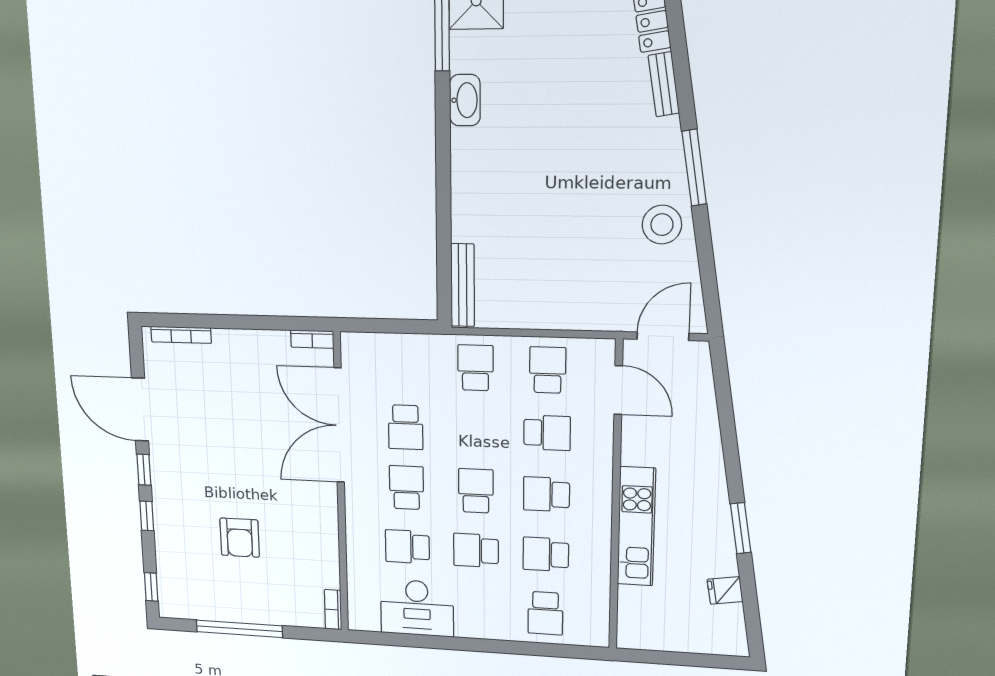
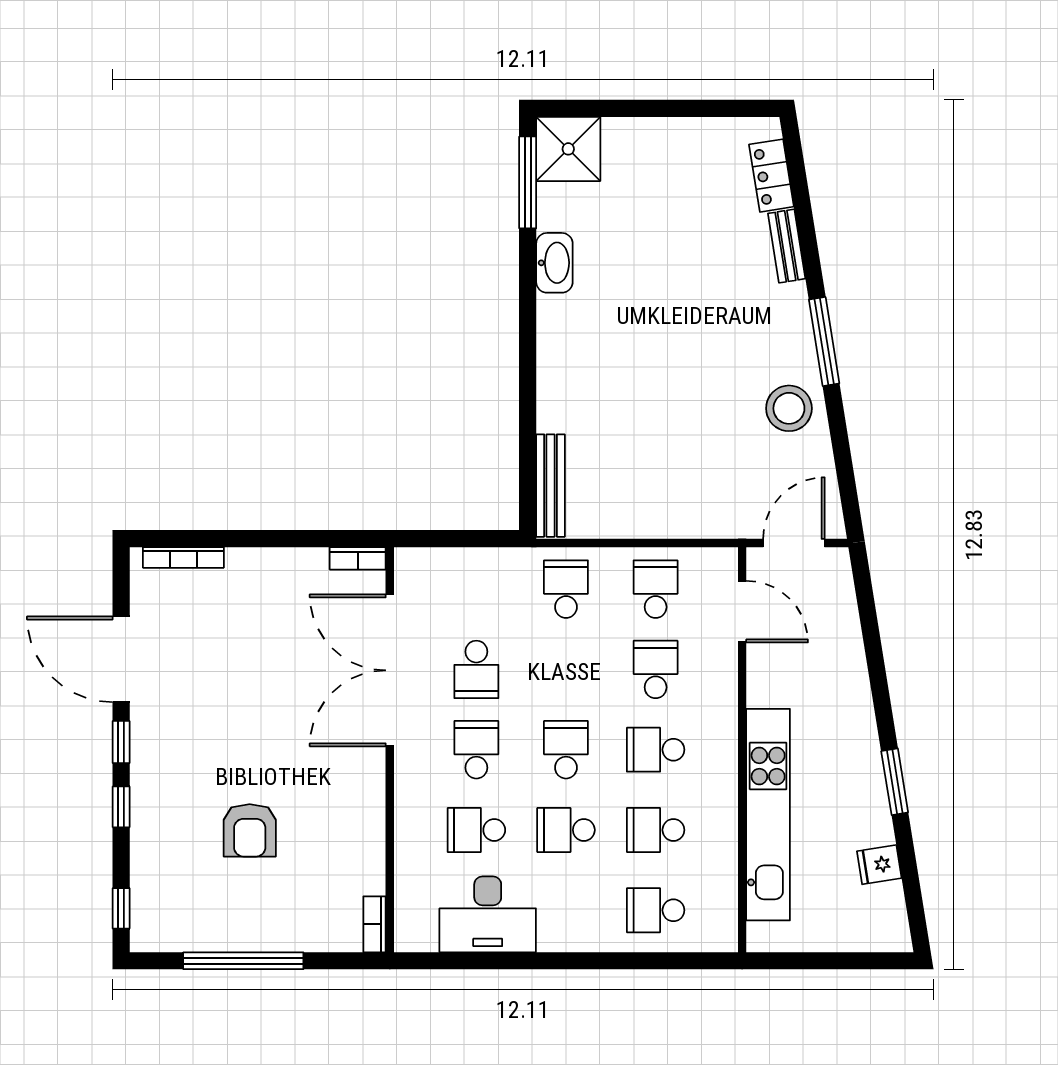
school desk: (547, 433) -> (656, 669), turned -90
kitchen unit: (636, 526) -> (768, 815), width x1.36
school desk: (545, 613) -> (656, 910), turned 90

